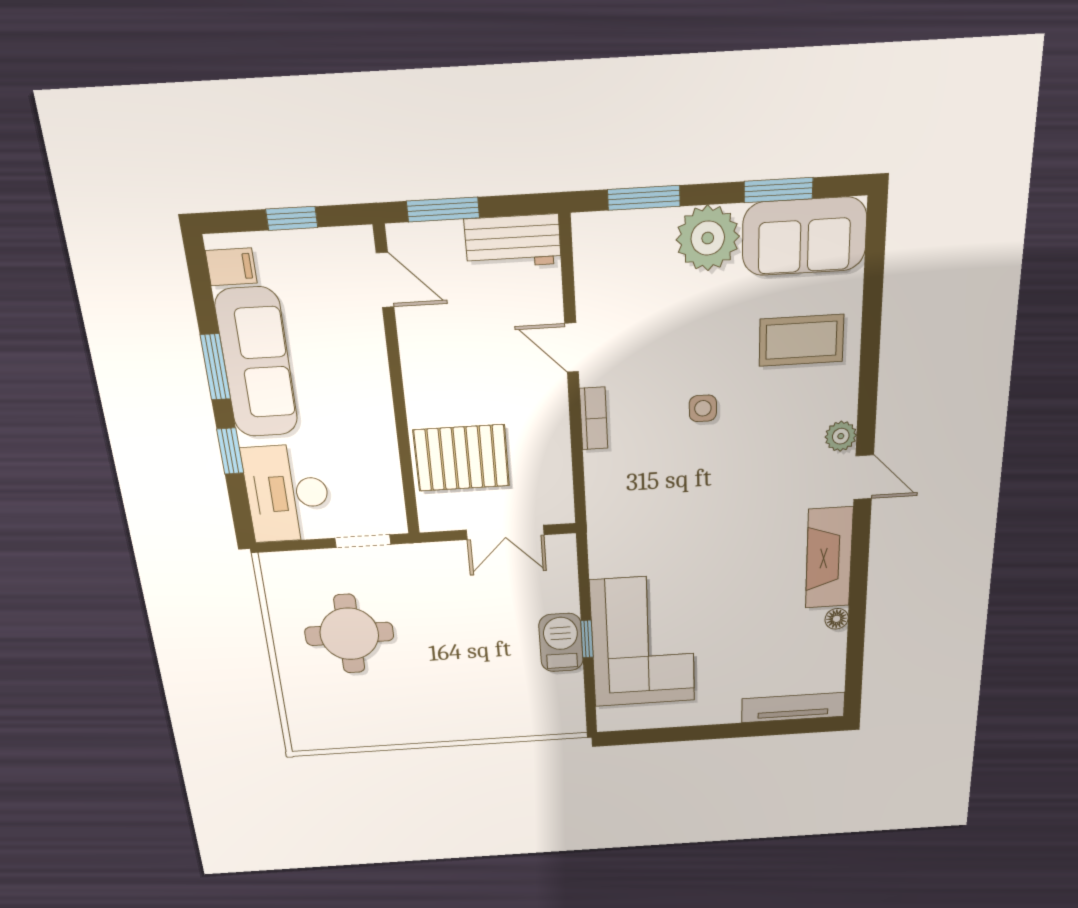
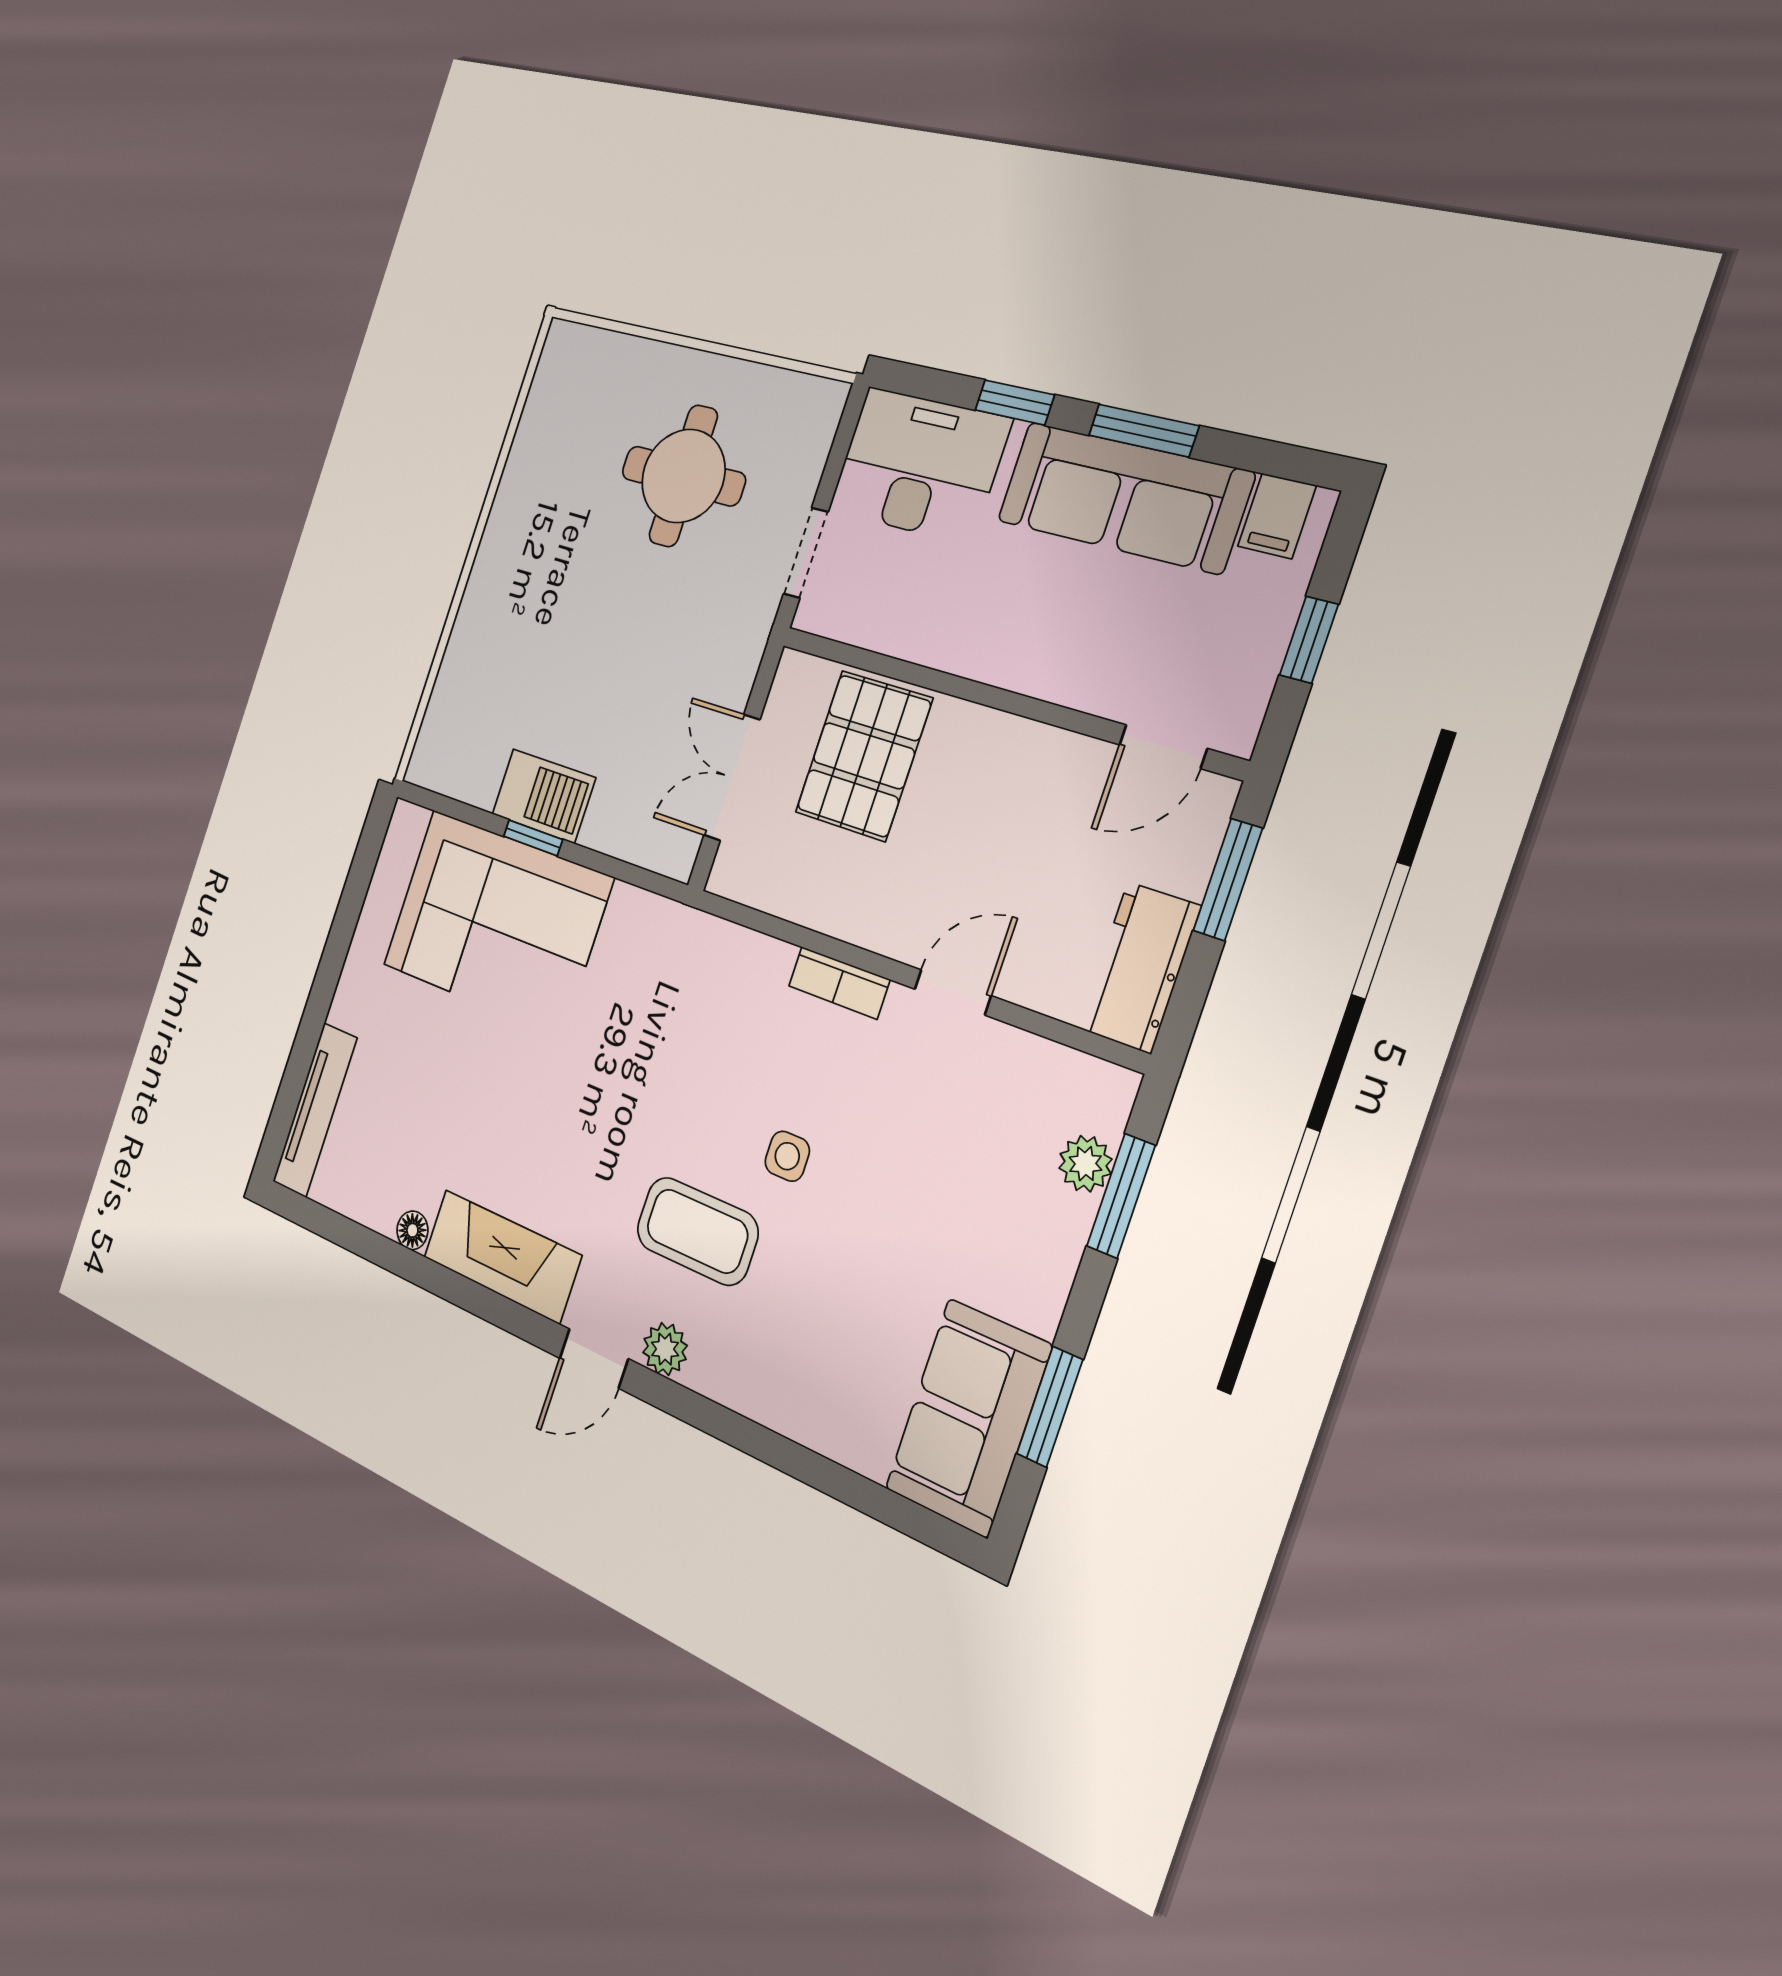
plant: (708, 238) -> (1085, 1164), moved, width x0.53, depth x0.53
coffee table: (801, 340) -> (697, 1231), moved, turned 90

